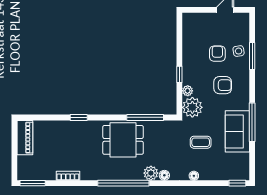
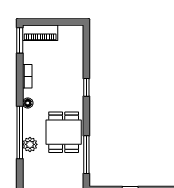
piano: (25, 138) -> (40, 33), moved
plant: (151, 173) -> (30, 144), moved
floor lamp: (164, 175) -> (28, 103), moved

